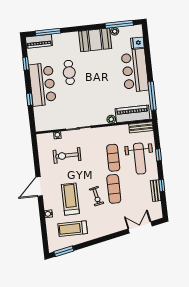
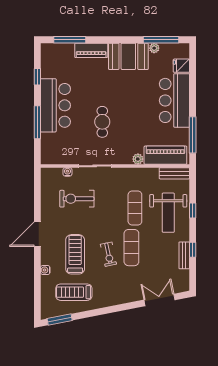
piano: (39, 41) -> (91, 50), moved
cafe table: (69, 72) -> (102, 122), moved
window: (30, 99) -> (37, 122), width x2.17

